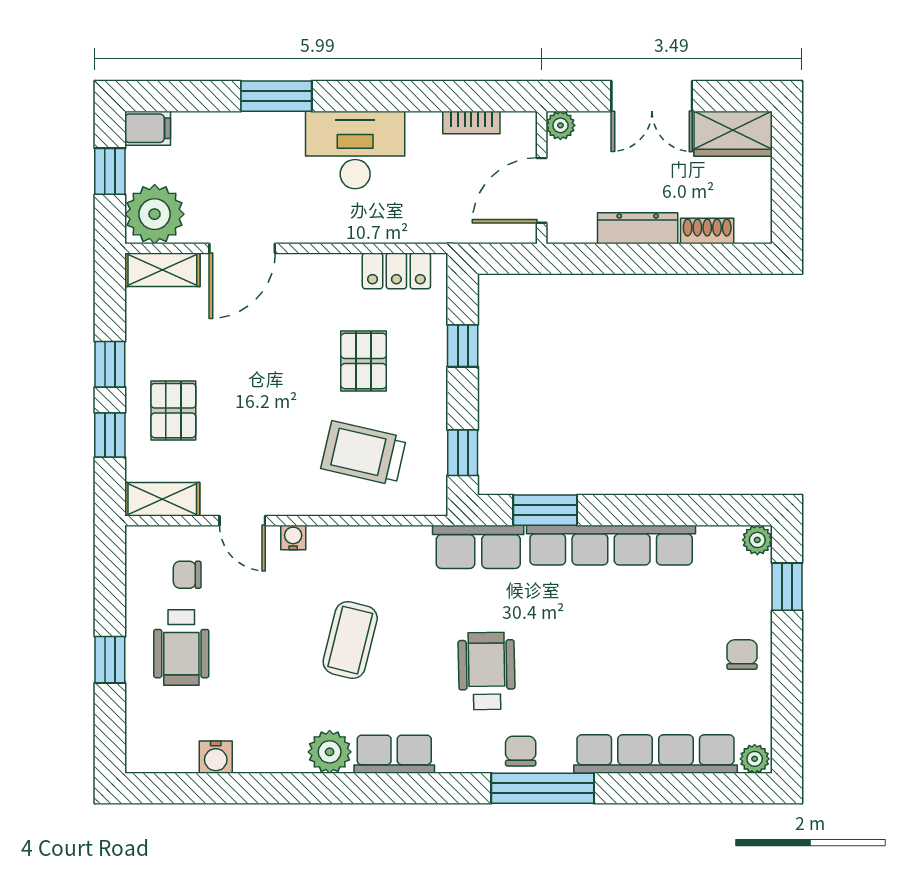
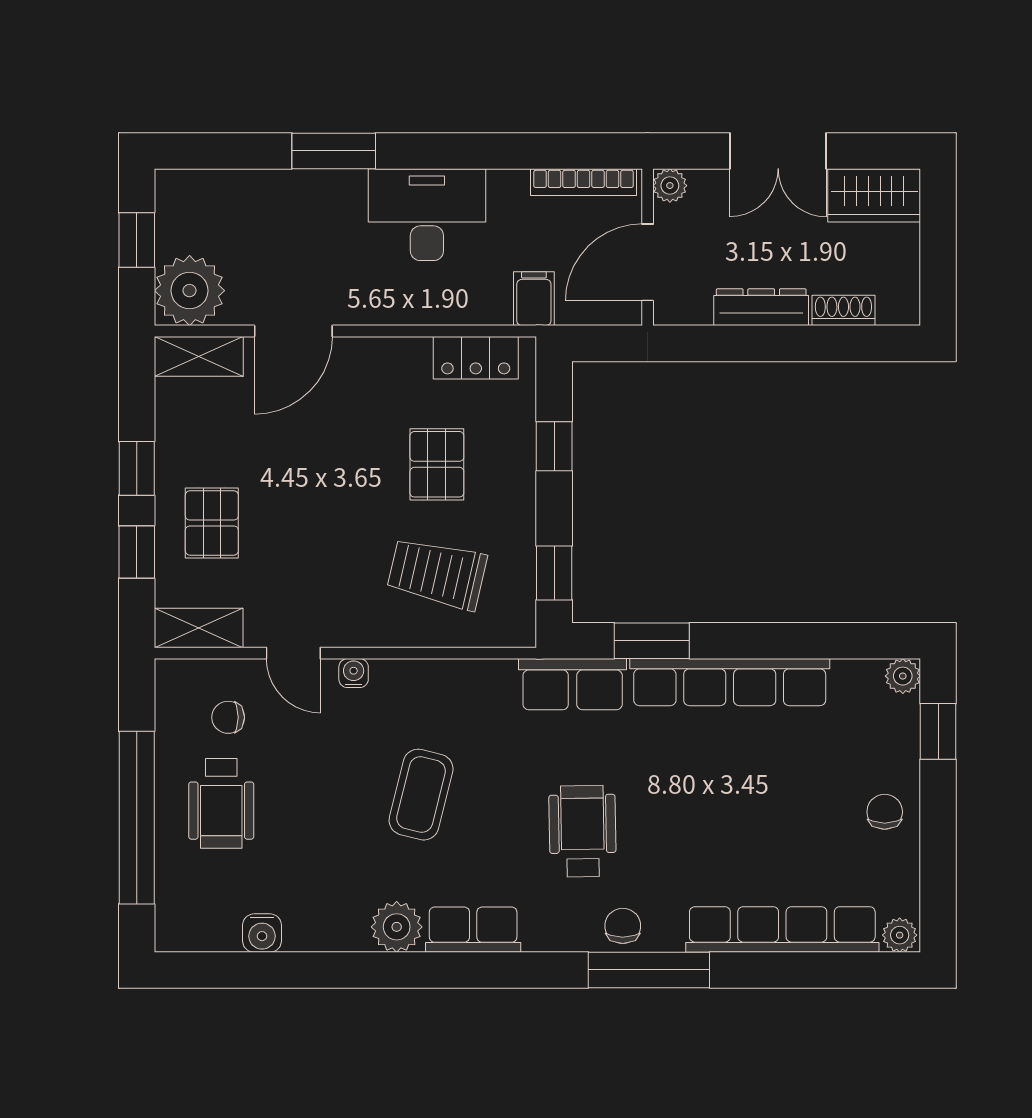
bookcase: (471, 123) -> (584, 182), width x1.56
filing cabinet: (148, 128) -> (534, 299), moved, turned -90
window: (110, 660) -> (137, 818), width x3.17

